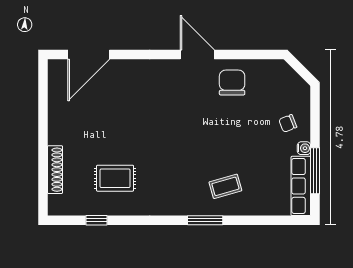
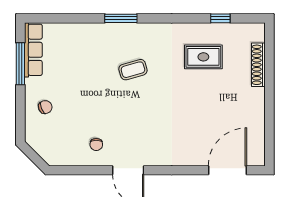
chair: (232, 83) -> (96, 144), width x0.54, depth x0.54
water cooler: (304, 148) -> (30, 84), removed
coffee table: (225, 186) -> (133, 70), moved

